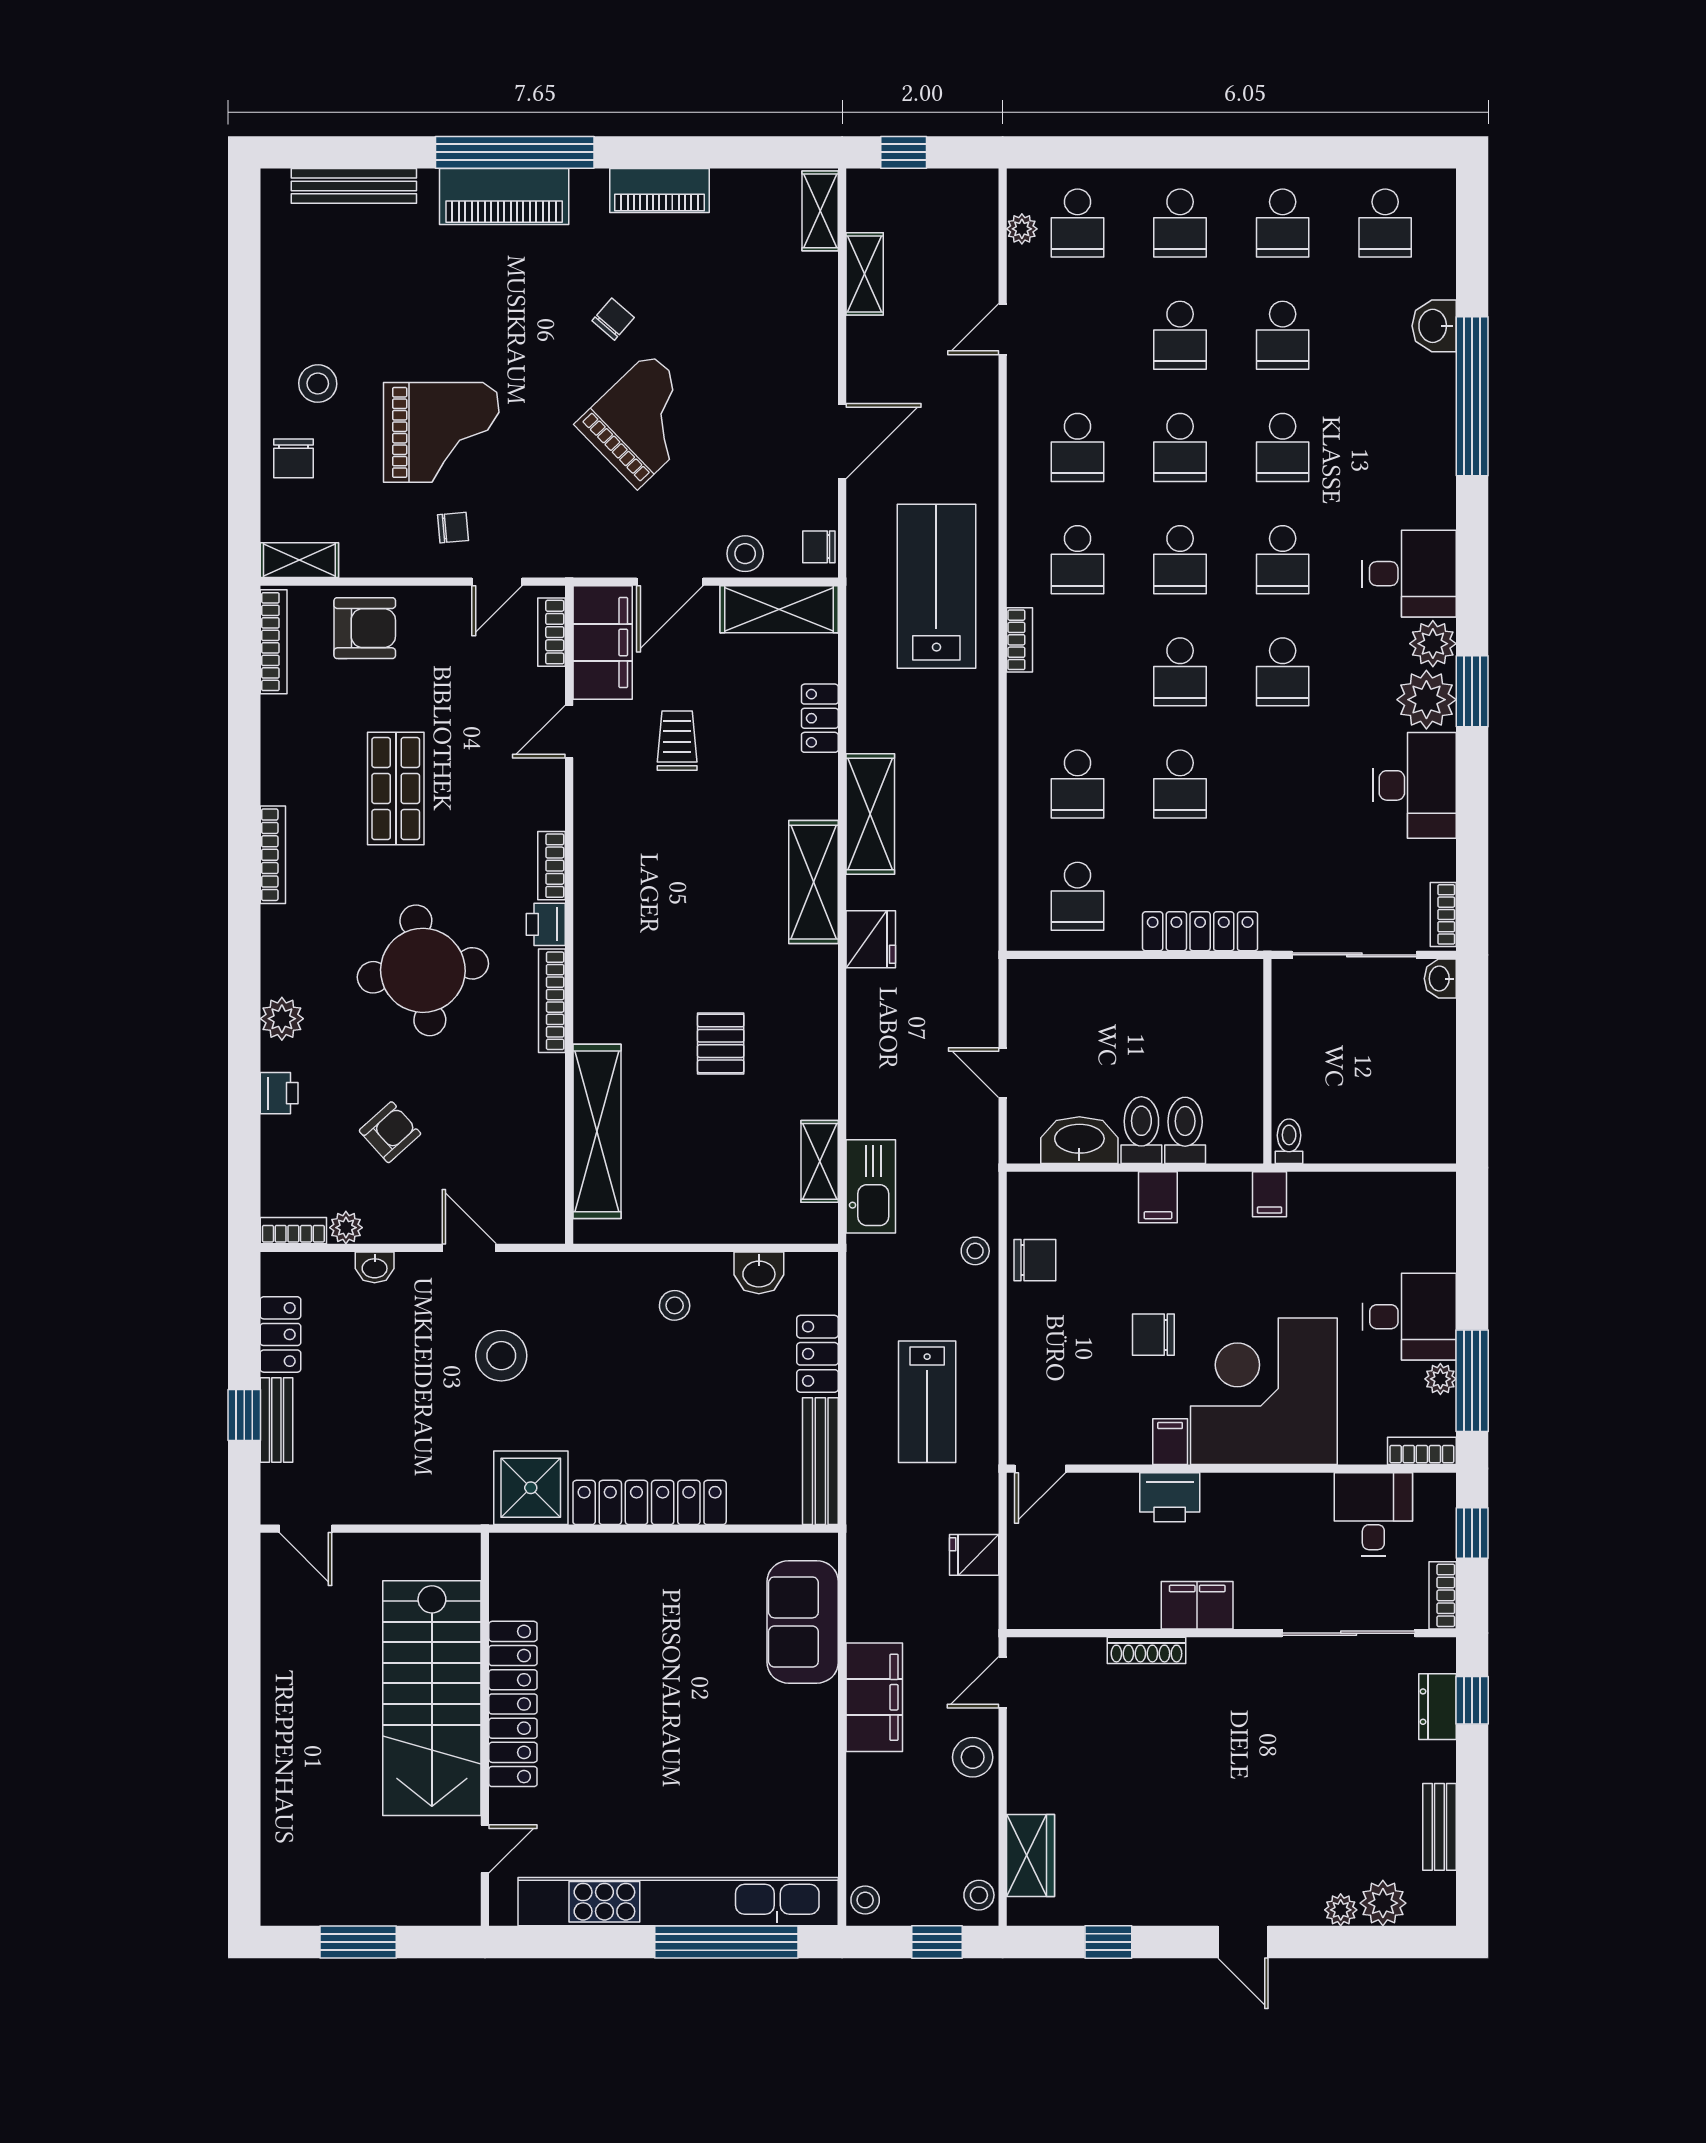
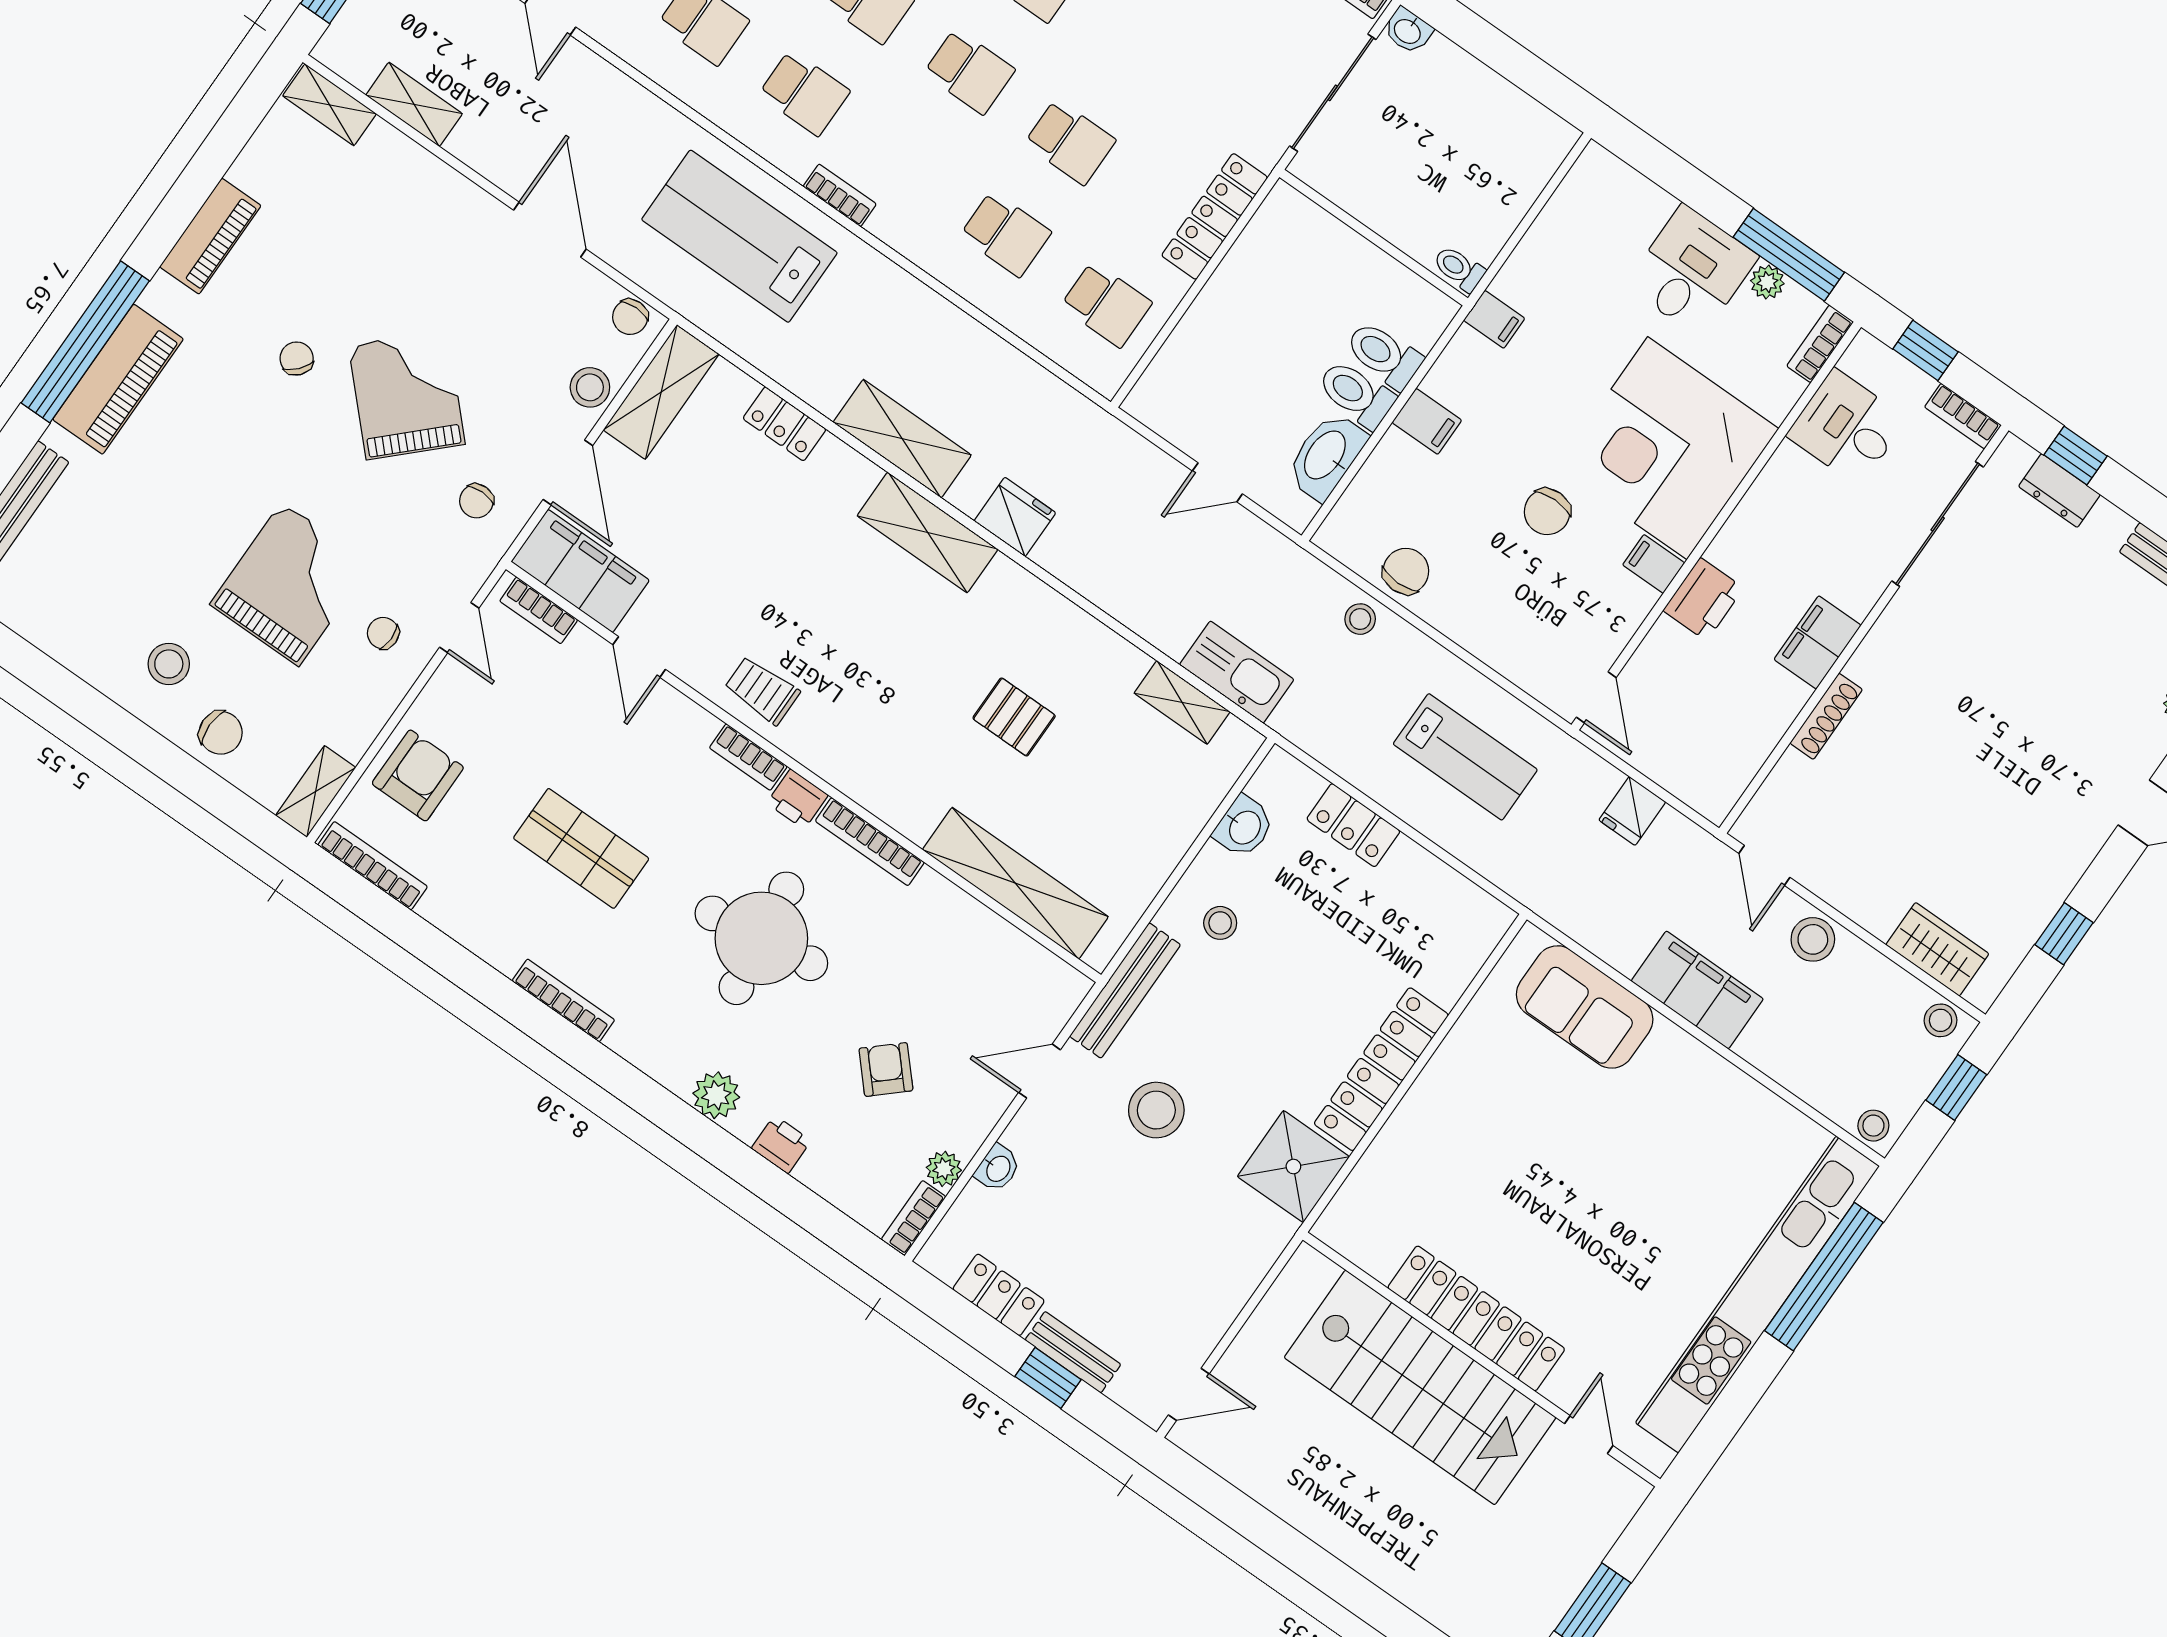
chair: (453, 528) -> (383, 633), turned -85
chair: (601, 528) -> (476, 501), added
trolley: (677, 741) -> (762, 690), moved
bench: (820, 1461) -> (1125, 990), moved, turned 90

